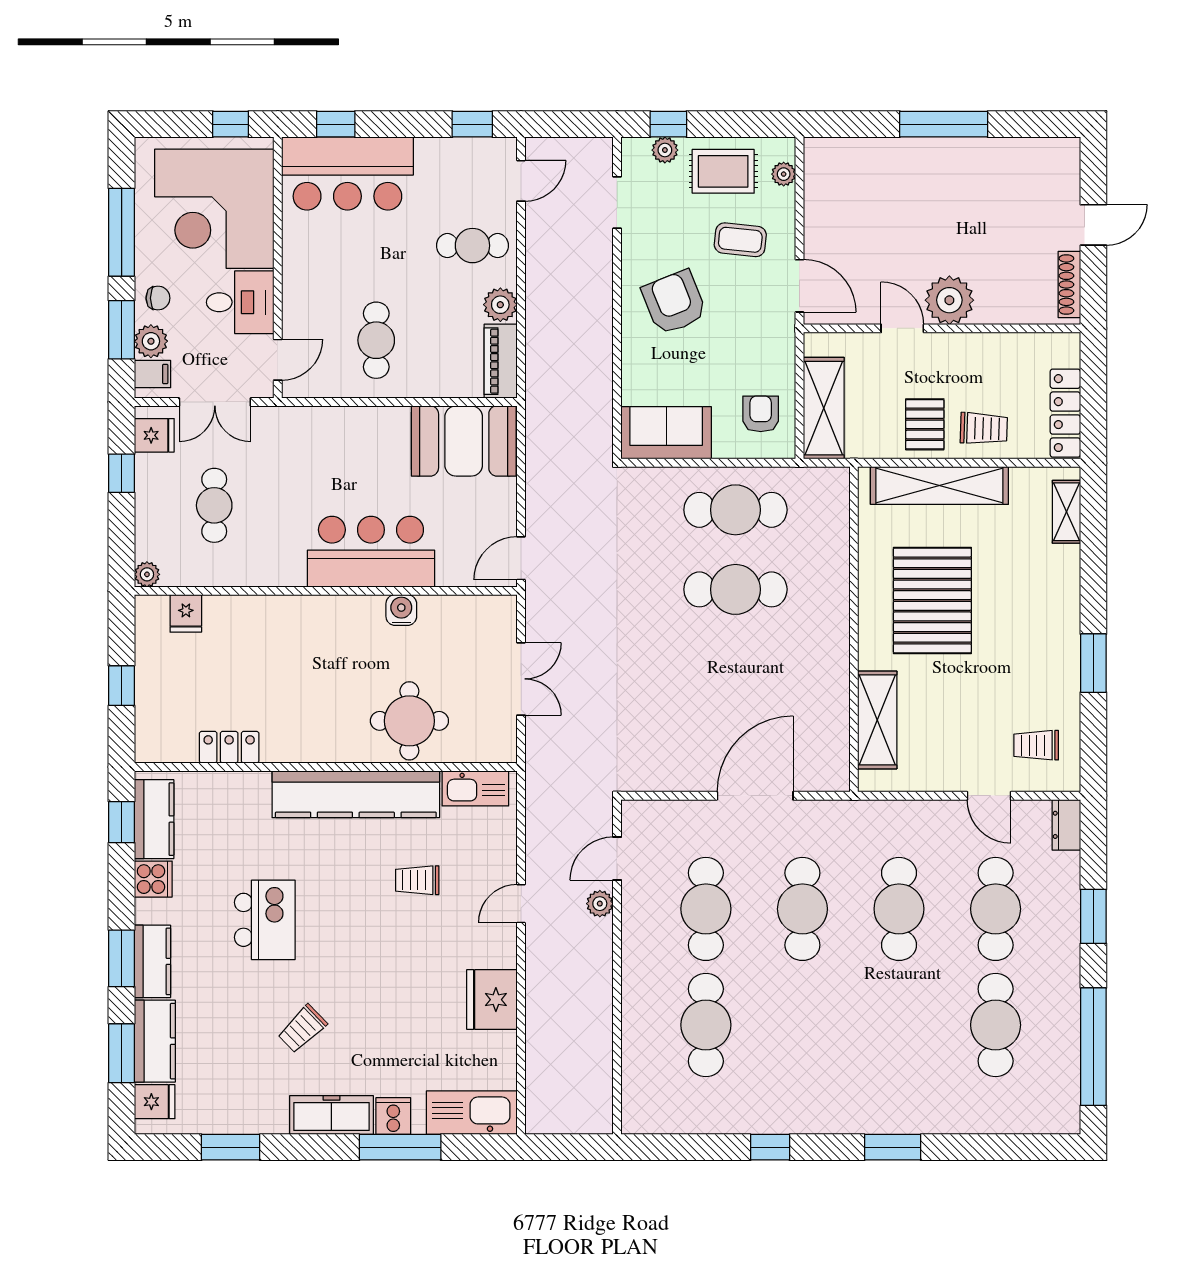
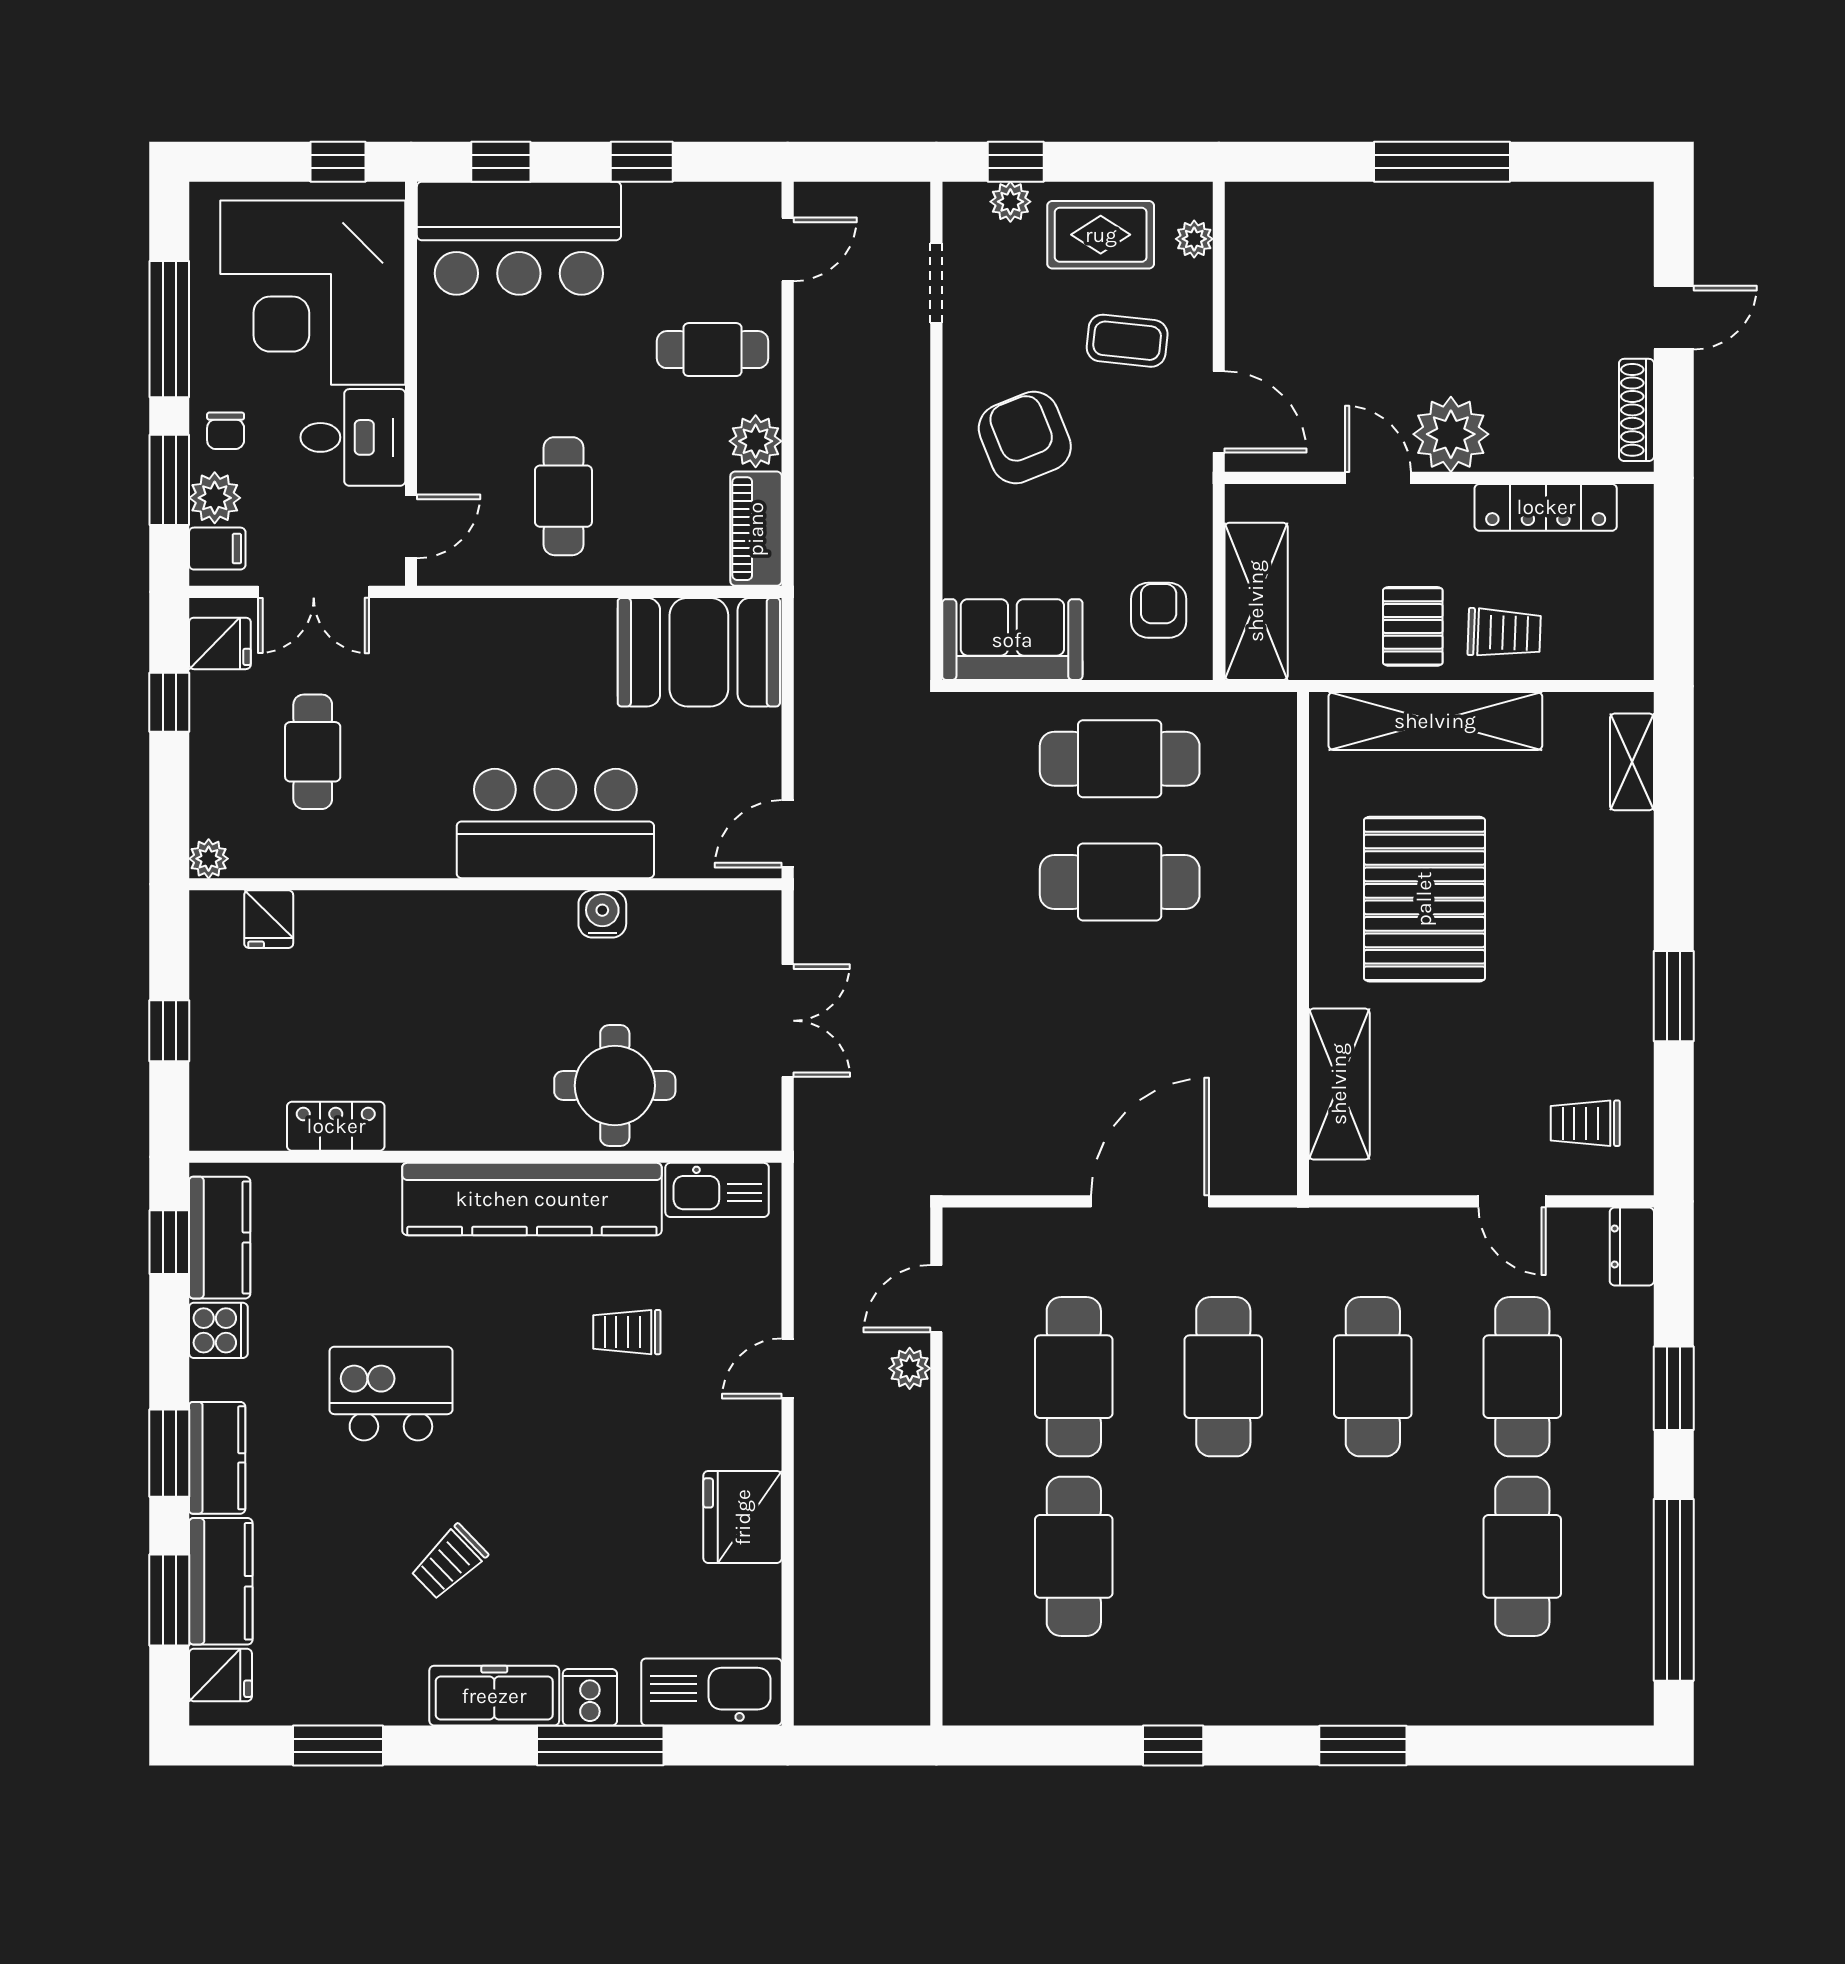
window: (472, 124) -> (642, 162), moved
chair: (158, 298) -> (226, 431), turned 90
locker: (1065, 413) -> (1546, 507), moved, turned -90
kitchen island: (265, 920) -> (391, 1394), turned -90

